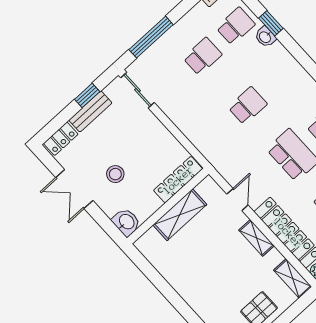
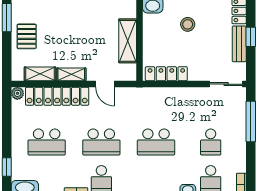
window: (87, 95) -> (251, 37), moved
school desk: (248, 106) -> (156, 142), width x1.85
locker: (178, 180) -> (166, 74), moved, turned -90
shelving: (293, 278) -> (40, 74), moved

